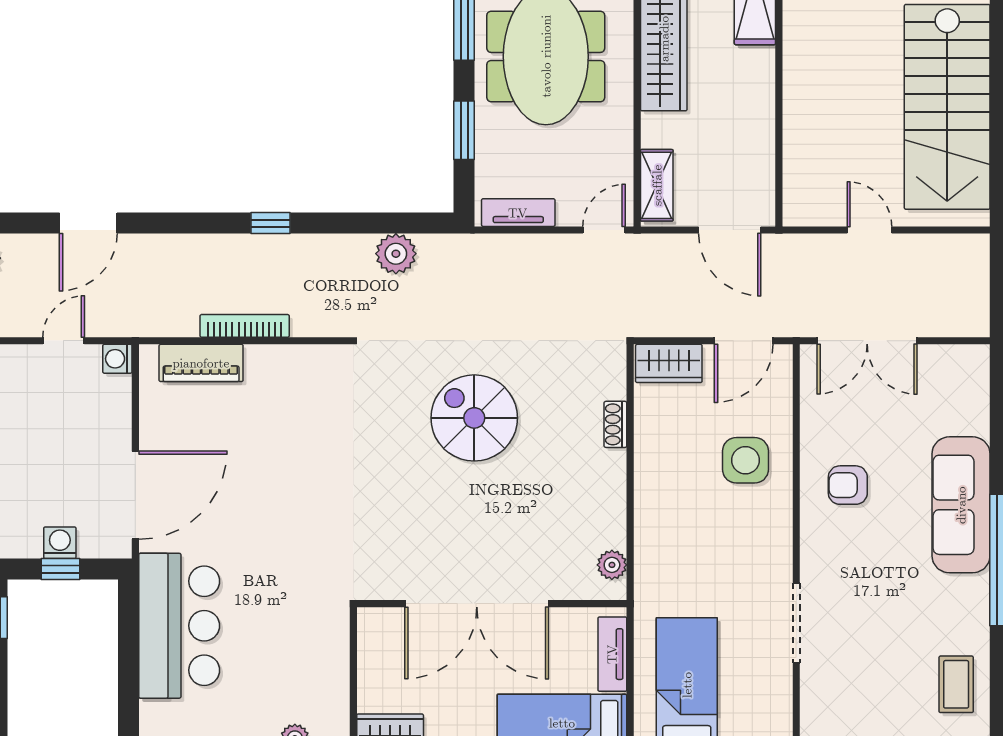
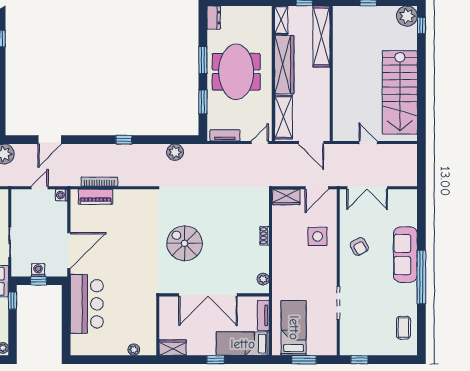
shelving: (657, 185) -> (284, 117), width x1.50, depth x1.33
bookcase: (245, 326) -> (99, 182), moved
spiral stairs: (474, 418) -> (185, 243), moved
shoe rack: (615, 424) -> (265, 236), moved
armchair: (848, 485) -> (359, 247), turned -119

